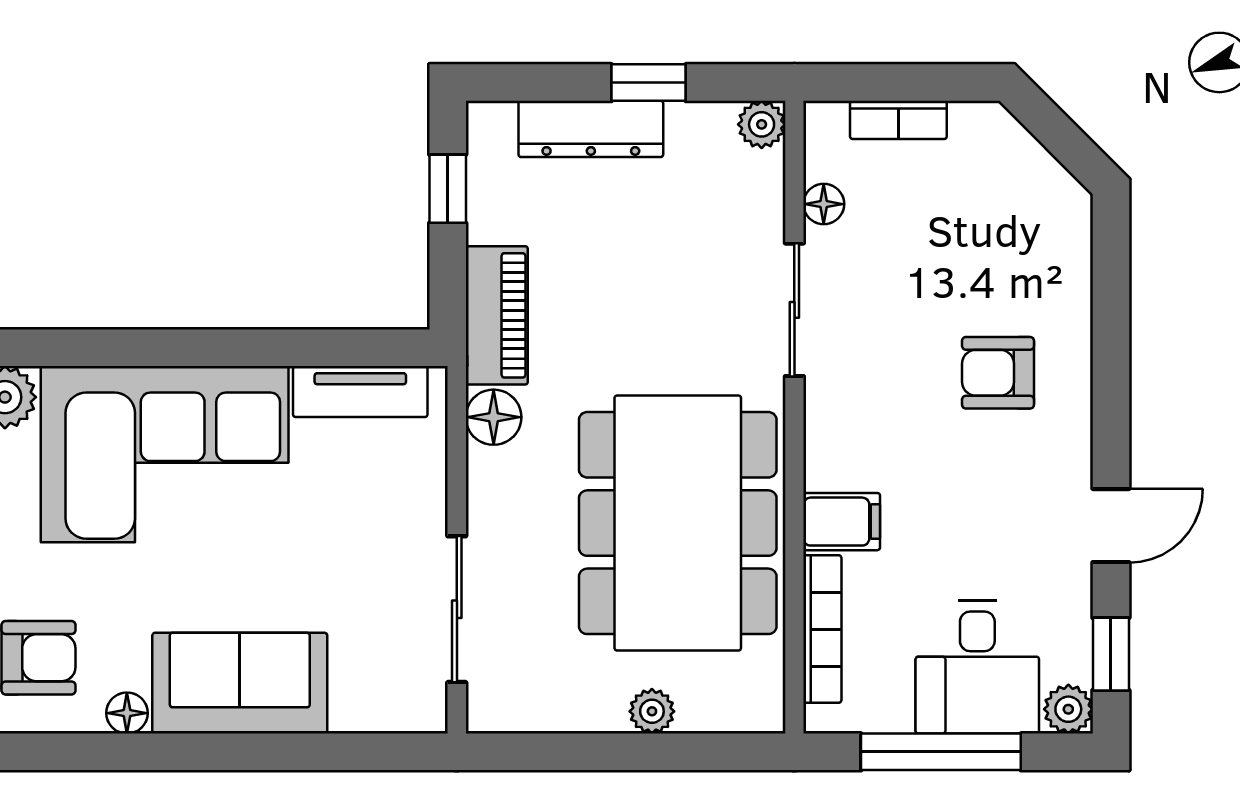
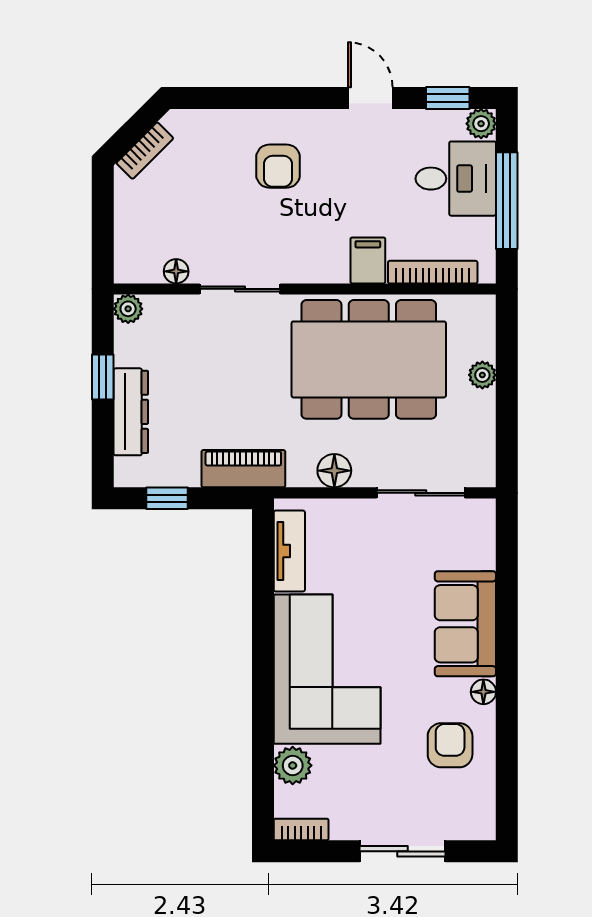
bookcase: (898, 120) -> (145, 151), moved, turned 45
floor lamp: (494, 417) -> (334, 471), moved

